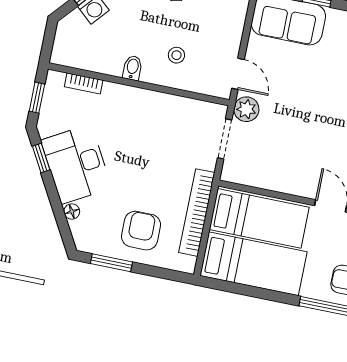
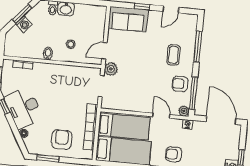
door: (238, 74) -> (104, 51), swing flipped

